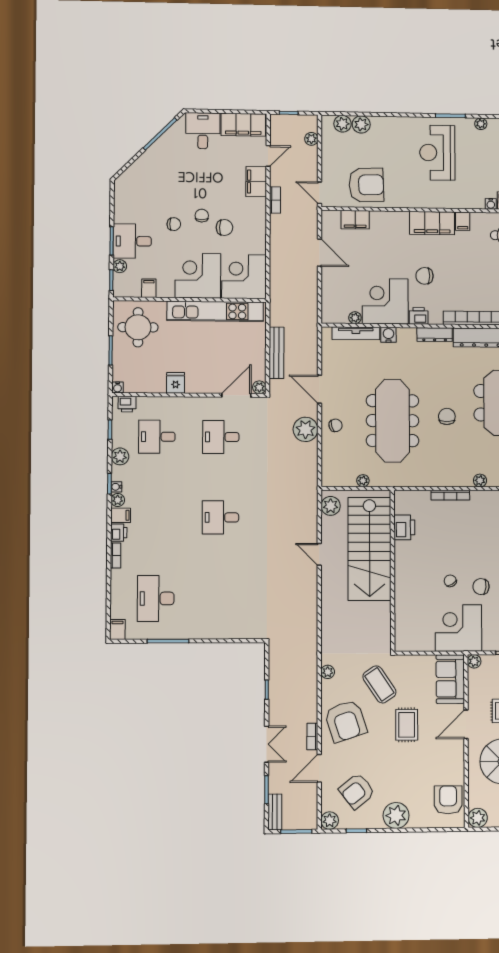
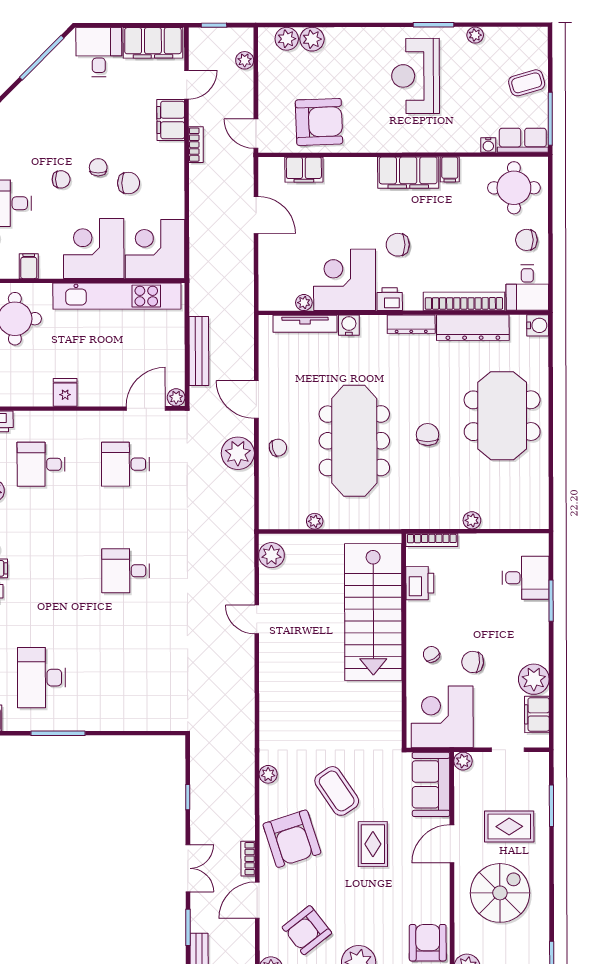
printer: (404, 527) -> (420, 583), moved
stairs: (369, 549) -> (373, 612), moved
wall: (393, 571) -> (404, 641), moved

